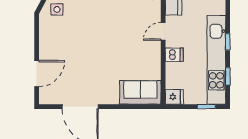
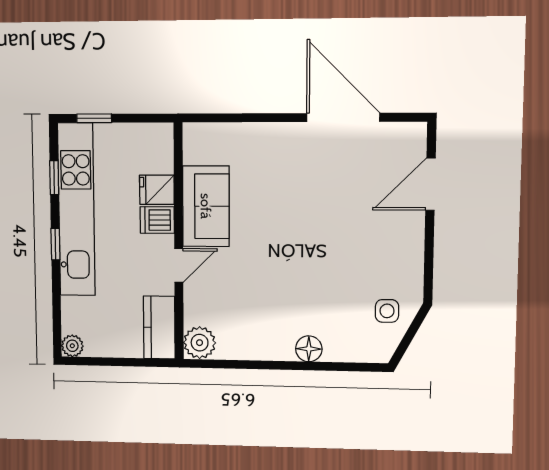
sofa: (140, 93) -> (206, 206), moved, turned -90
fridge: (174, 97) -> (157, 190), moved

